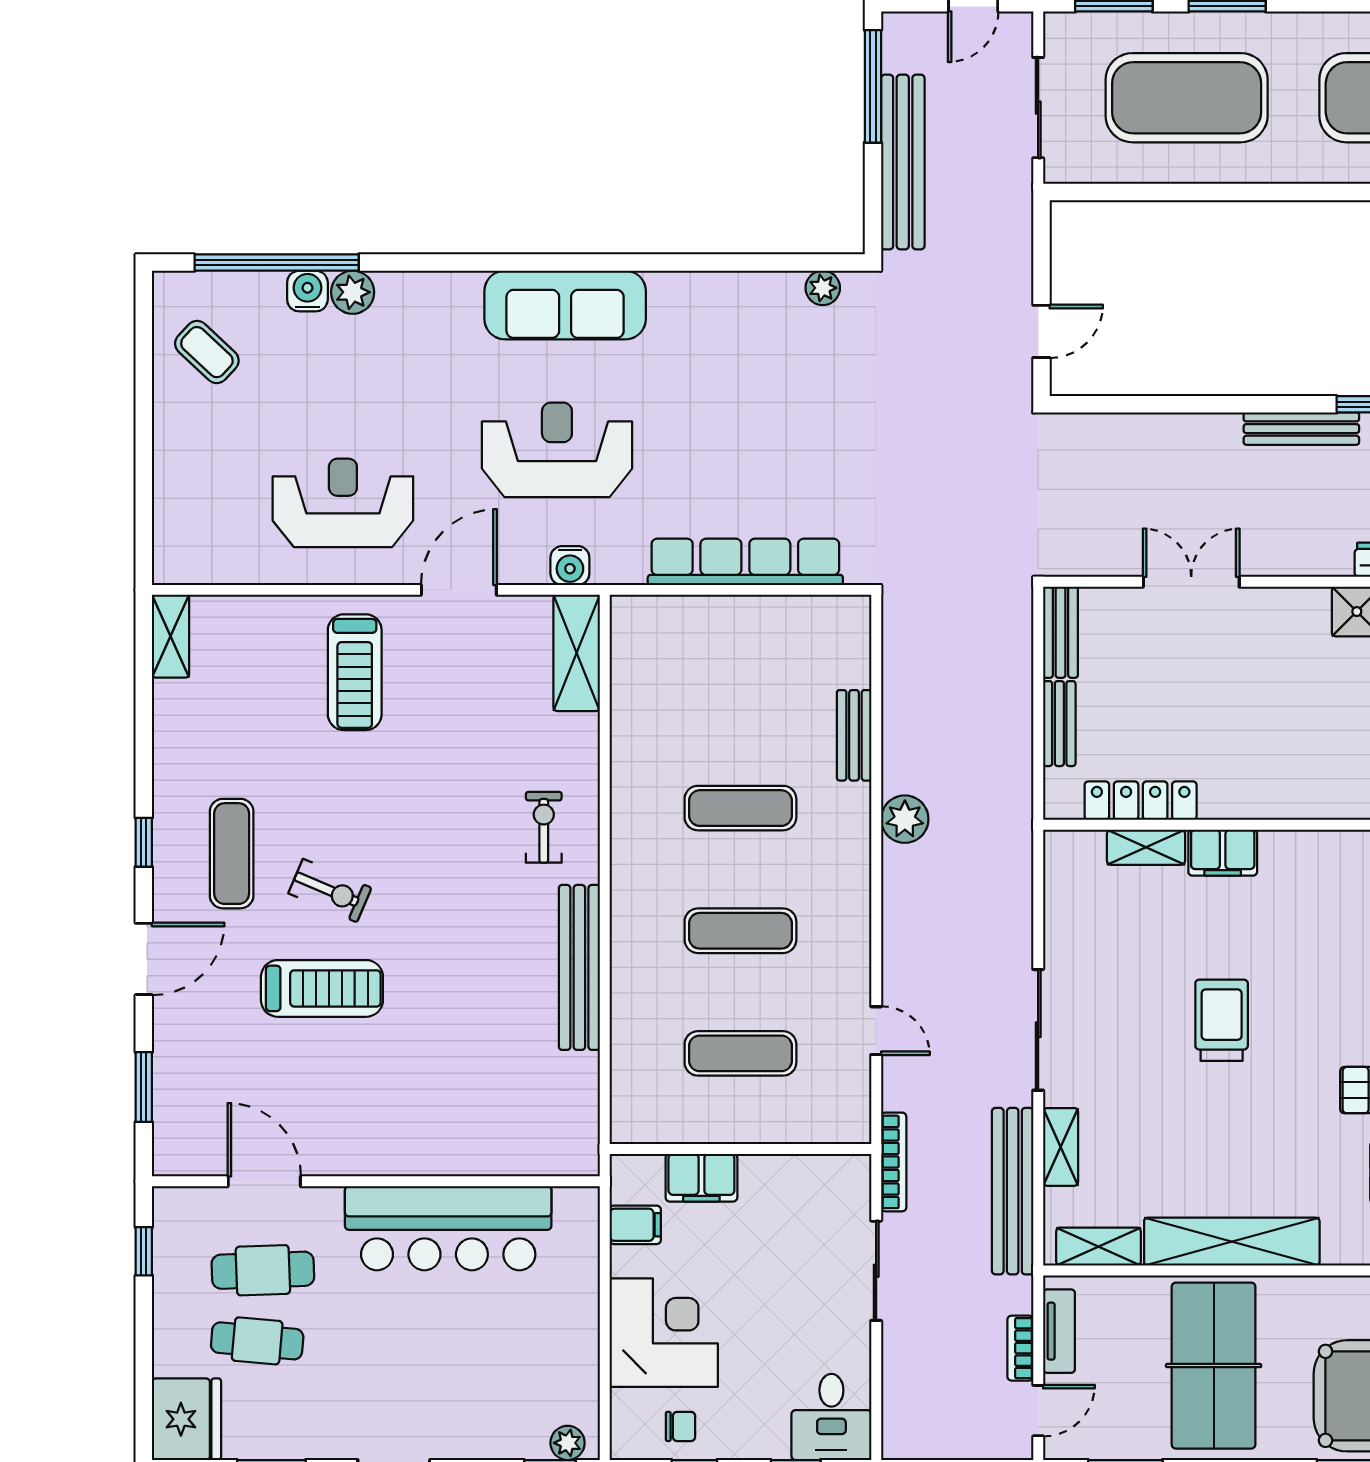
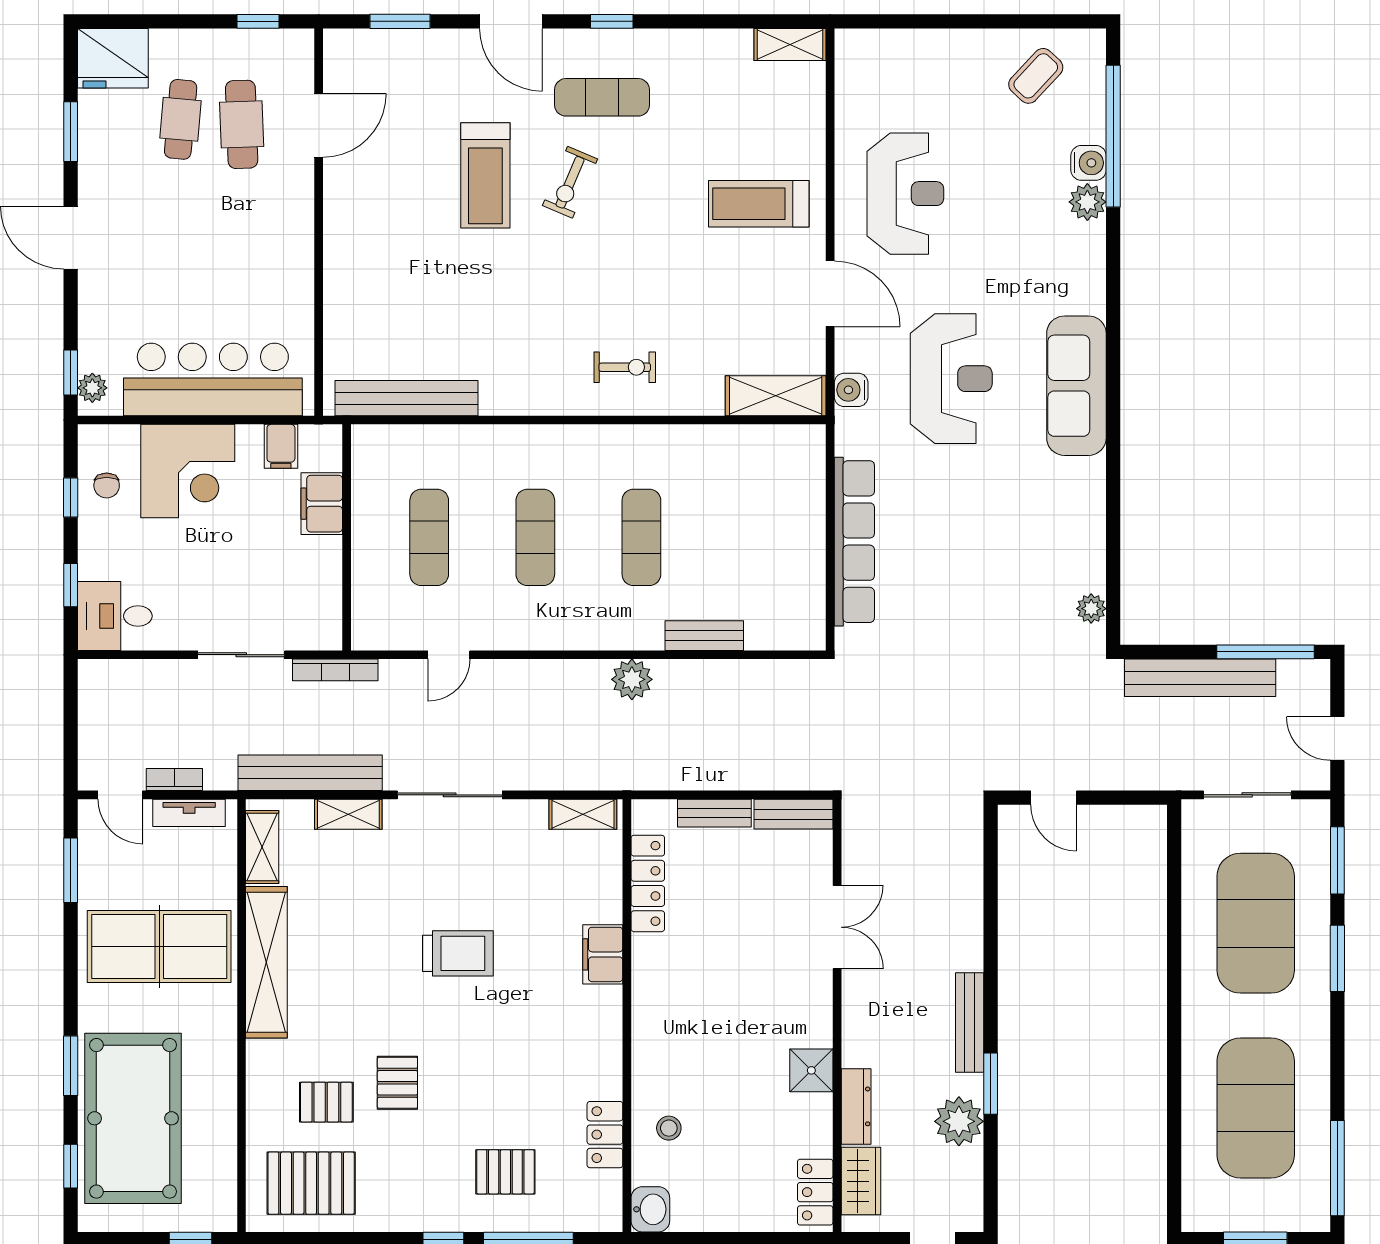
shelving: (1146, 847) -> (583, 814), moved, turned 90
bench: (579, 967) -> (407, 398), moved
bar counter: (448, 1228) -> (213, 379), moved, turned 90

